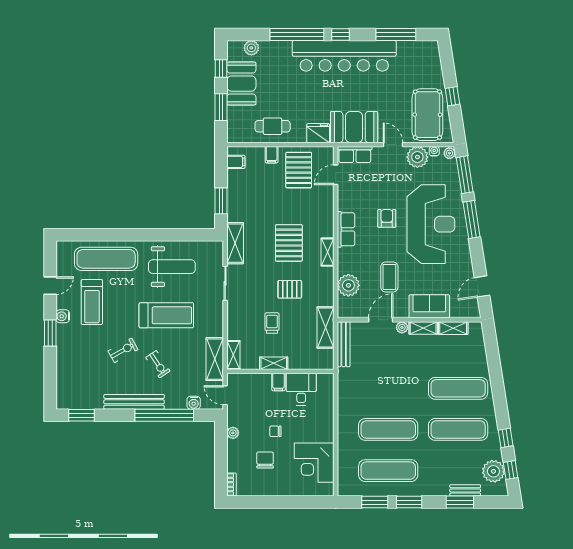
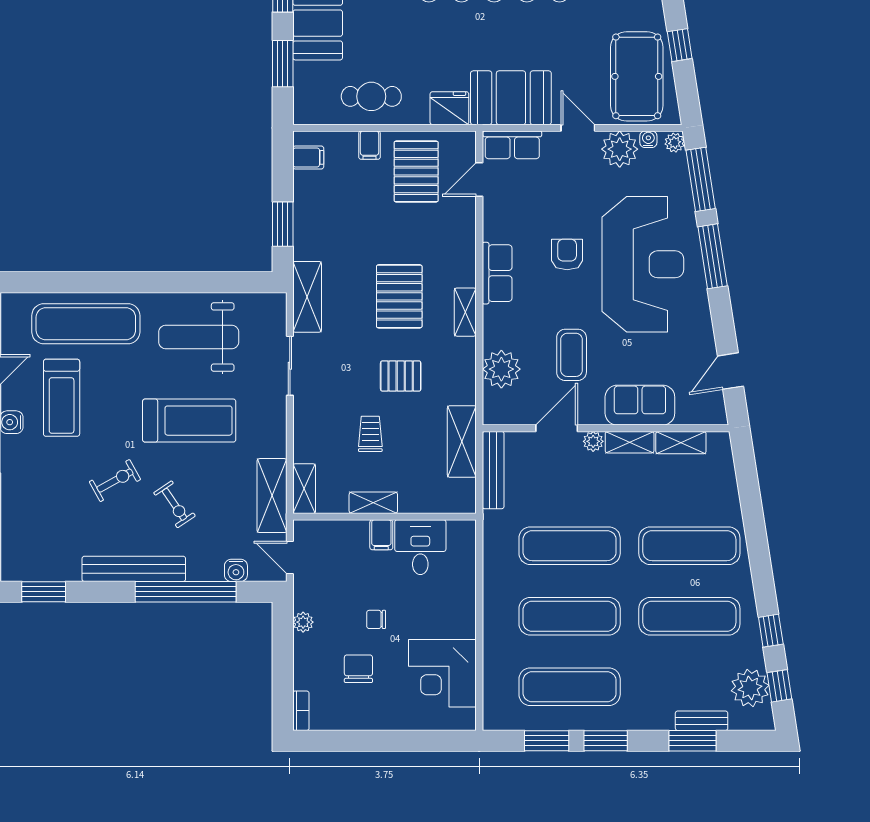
weight bench: (172, 267) -> (199, 337), turned 180
exercise mat: (388, 388) -> (570, 546), added

